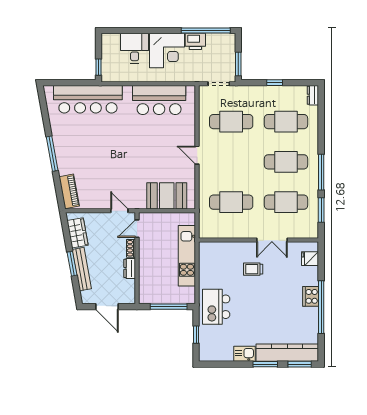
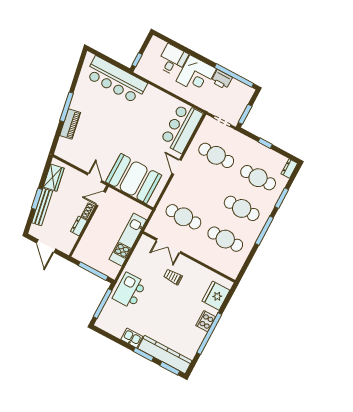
bar counter: (159, 100) -> (181, 128), moved, turned 90
piano: (69, 191) -> (70, 124), moved
booth: (167, 196) -> (134, 178), width x1.36, depth x1.42
window: (321, 210) -> (282, 198), moved
double door: (272, 240) -> (168, 246), moved
fridge: (310, 259) -> (216, 296), width x1.88, depth x1.34
window: (196, 335) -> (103, 304), width x2.17

